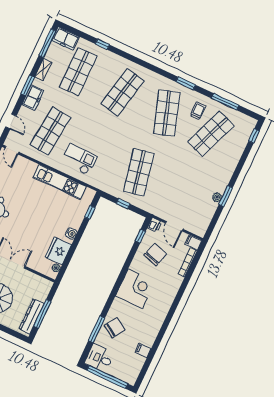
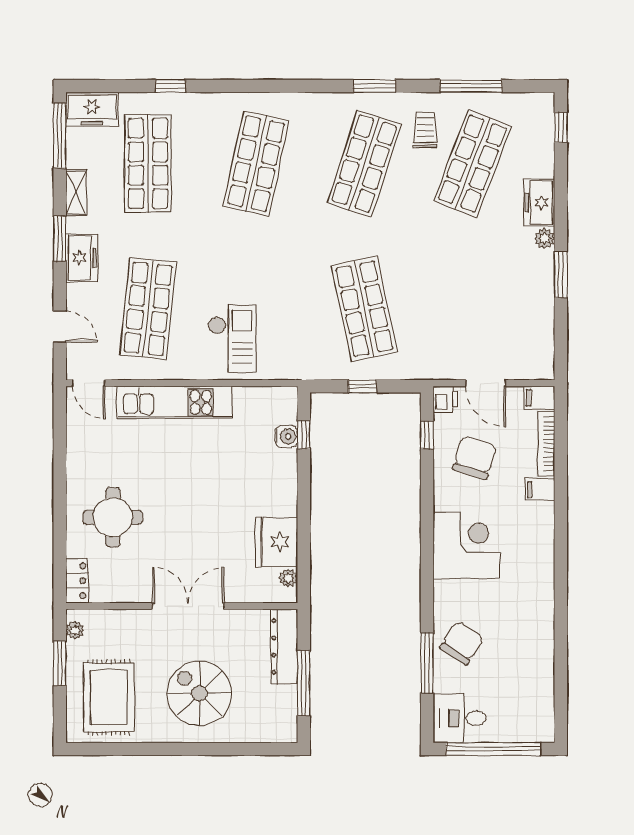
shop shelf: (167, 113) -> (364, 164), turned 36
checkout: (79, 159) -> (232, 339), turned 90
freezer: (231, 163) -> (539, 203), added
kitchen unit: (60, 182) -> (174, 402), moved
plant: (217, 197) -> (545, 238), moved
water cooler: (71, 234) -> (286, 437), moved
dresser: (31, 316) -> (284, 646), moved
filing cabinet: (143, 350) -> (540, 489), moved

